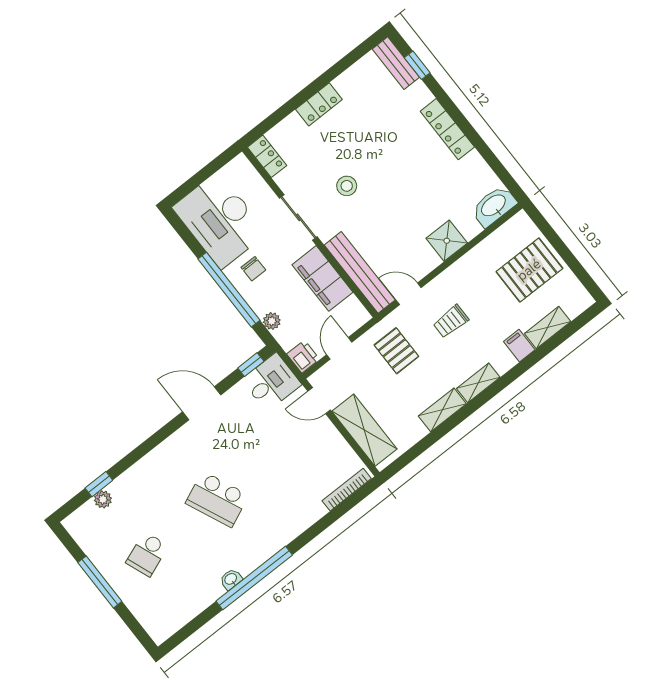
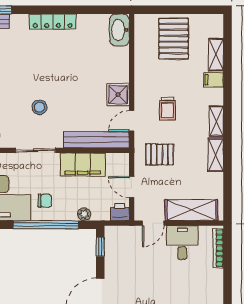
shower: (447, 241) -> (118, 95), moved
desk: (271, 382) -> (182, 243), moved

